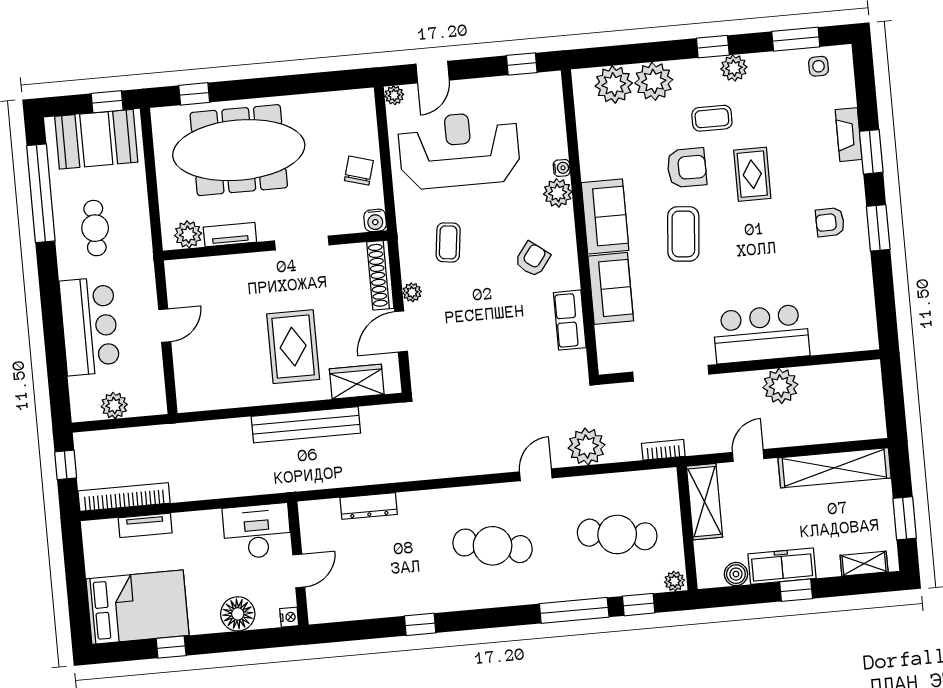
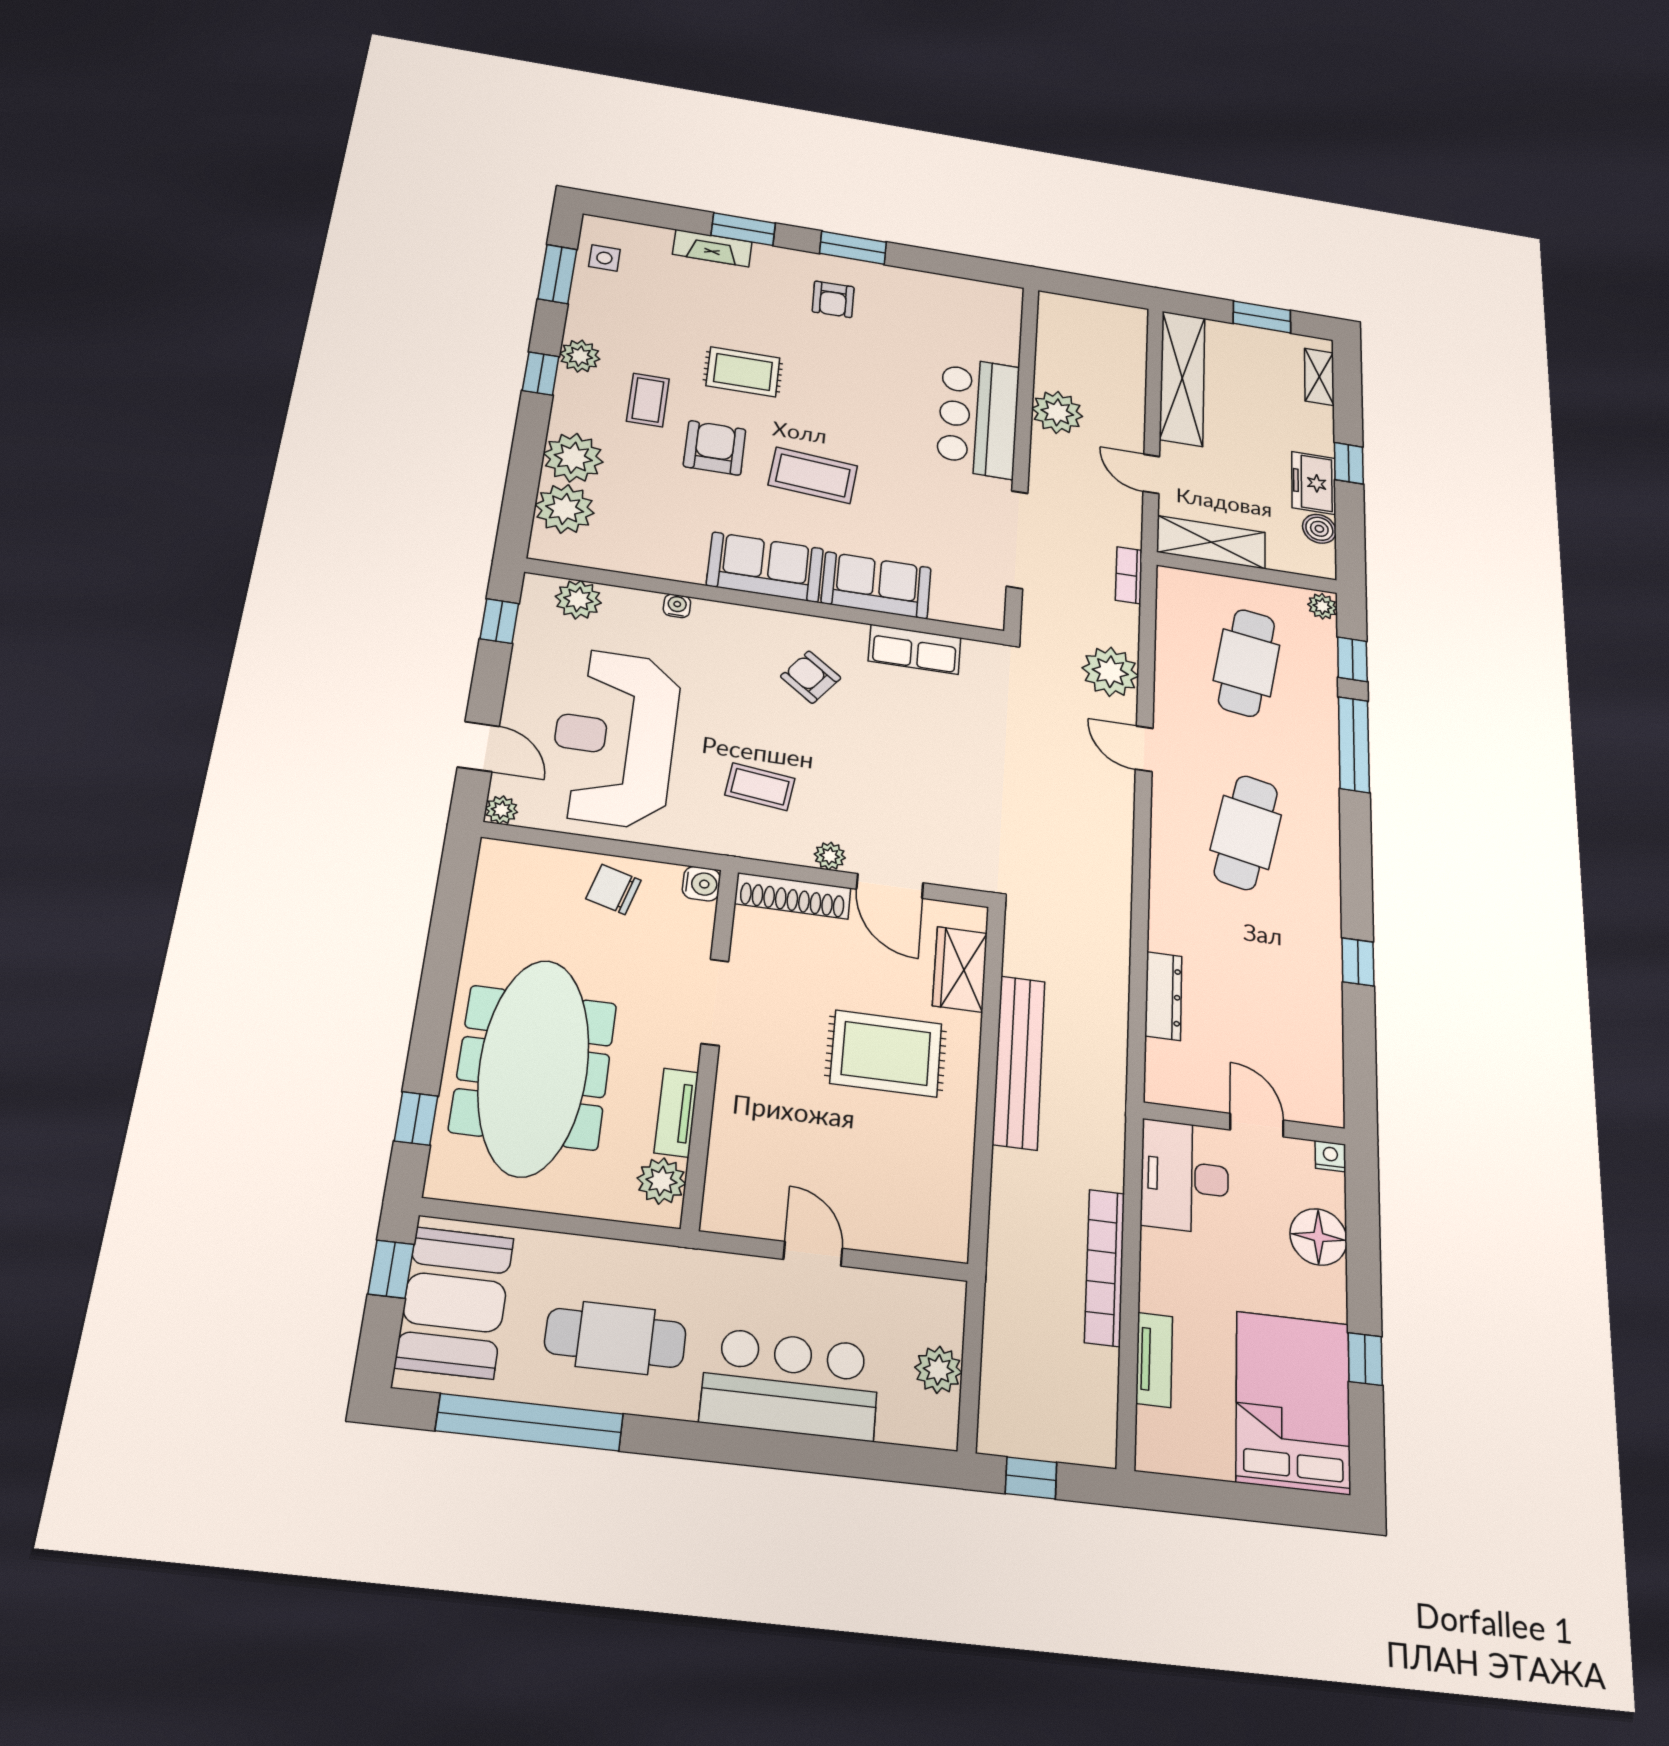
plant: (558, 193) -> (578, 600), moved
cafe table: (95, 228) -> (615, 1338), width x1.37, depth x1.35
bookcase: (124, 497) -> (1105, 1267), moved
freezer: (782, 566) -> (1314, 483), width x0.71

